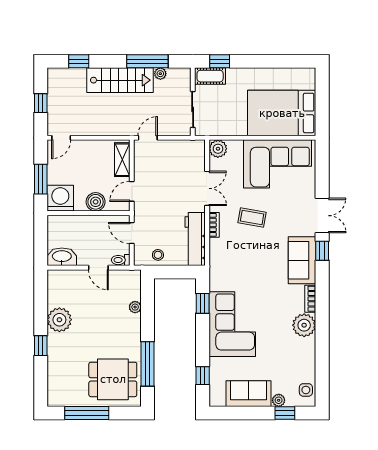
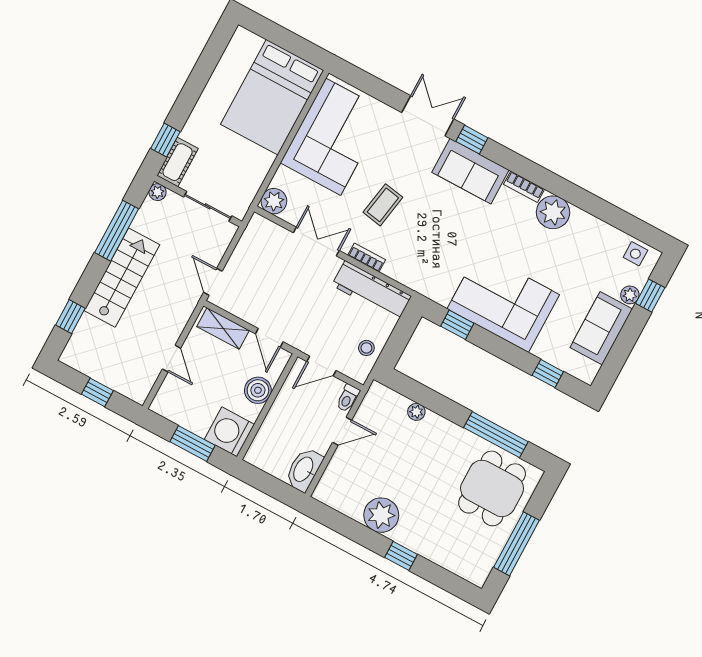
plant: (160, 74) -> (157, 192), moved
door: (61, 138) -> (172, 359), moved

